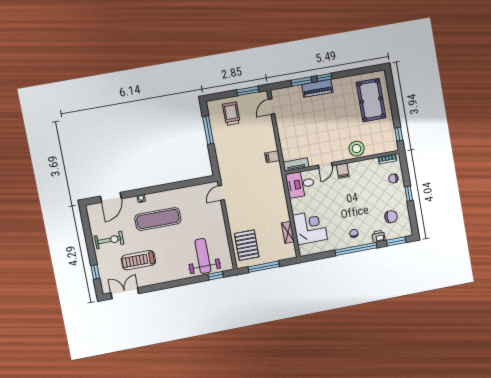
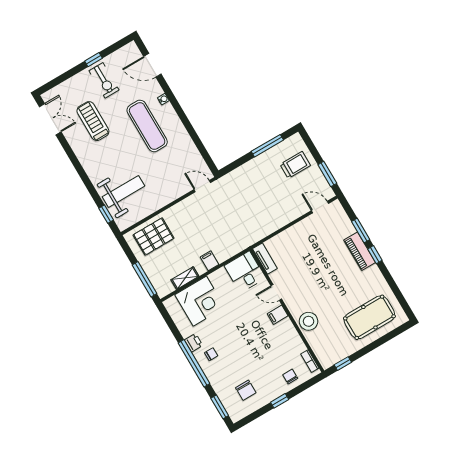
filing cabinet: (272, 157) -> (210, 261), moved
printer: (378, 236) -> (194, 343), moved
window: (264, 267) -> (145, 279), moved
window: (95, 272) -> (93, 60), moved

